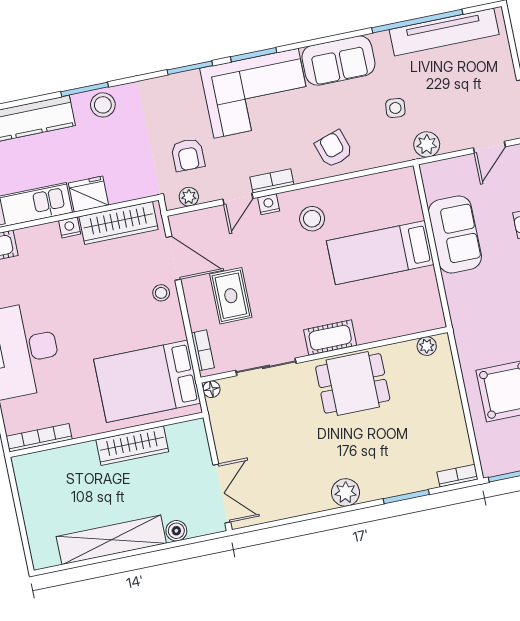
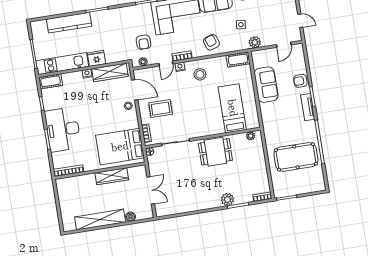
stool: (103, 105) -> (105, 17), removed
bed: (380, 253) -> (232, 108), moved, turned 90
rug: (231, 296) -> (161, 109), turned 90
cot: (330, 338) -> (238, 60), moved
plant: (345, 492) -> (227, 199), moved
double door: (222, 494) -> (151, 190), moved

